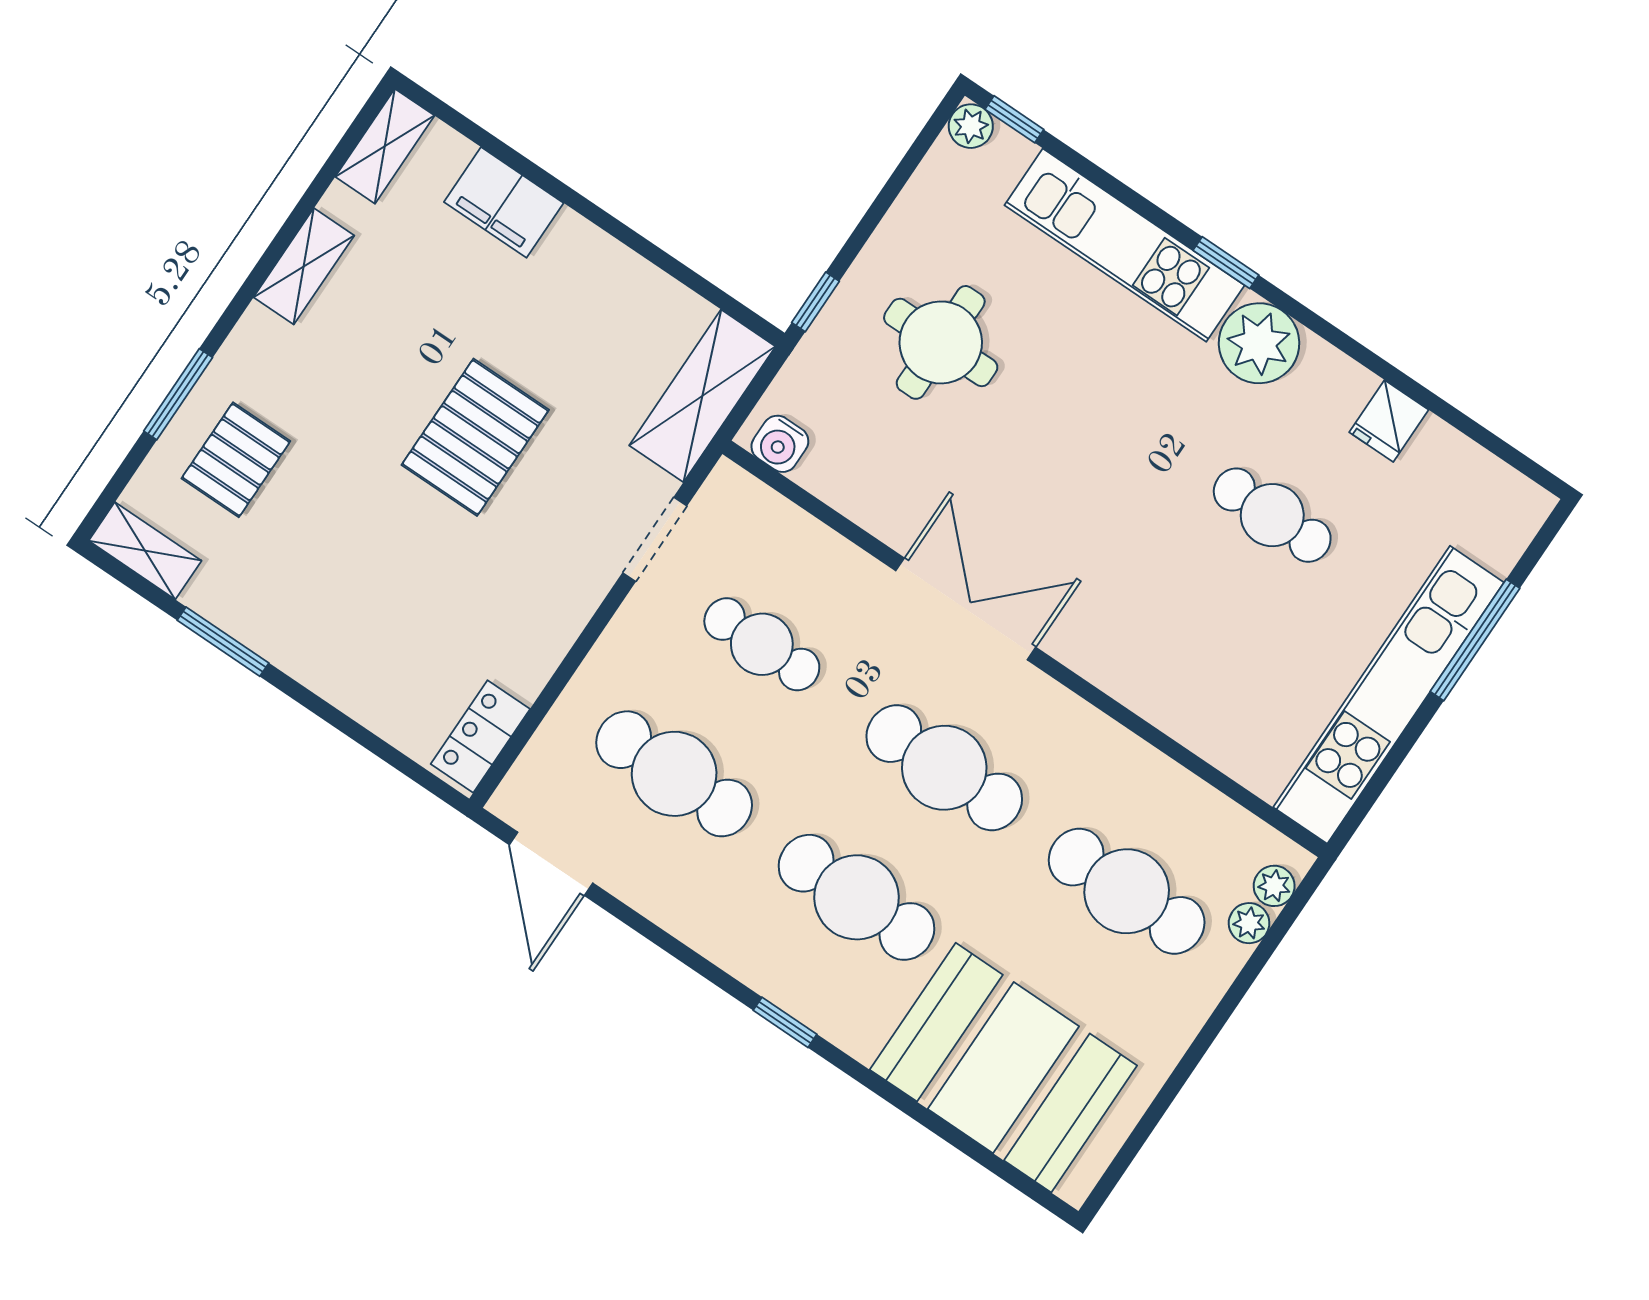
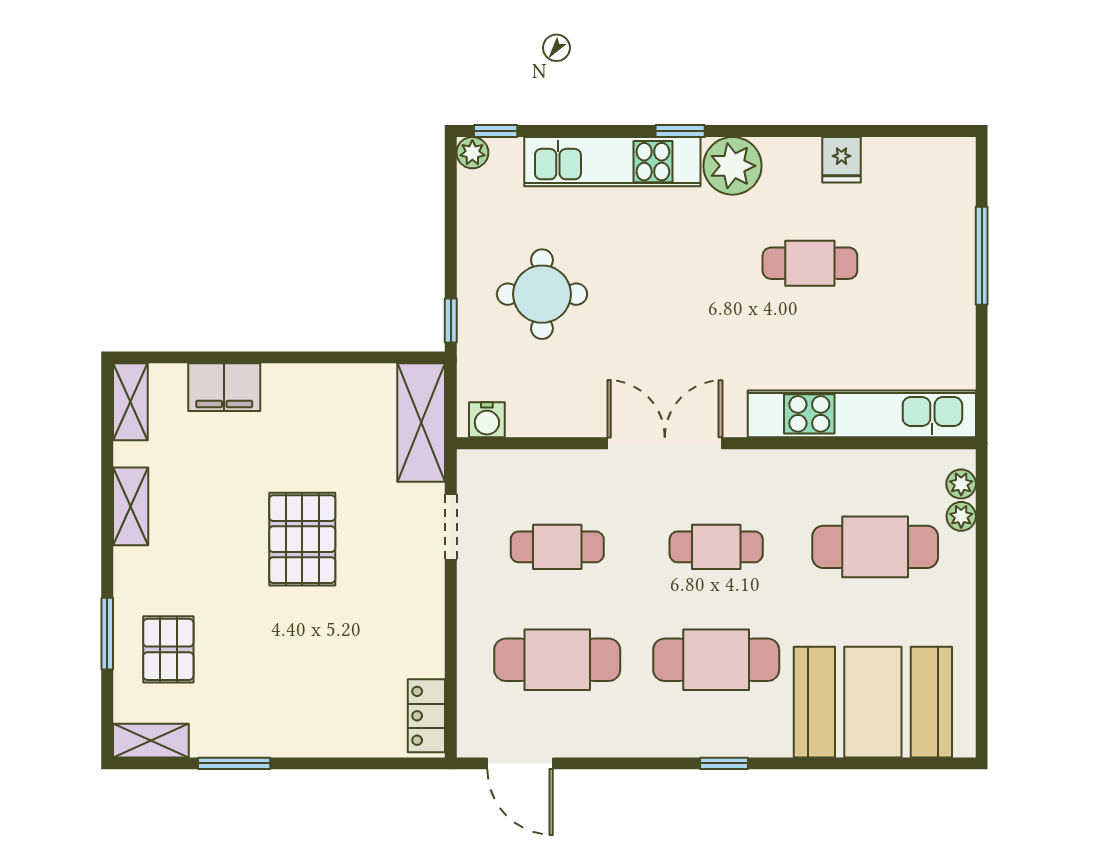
kitchen unit: (1389, 695) -> (862, 414), moved, turned 90
cafe table: (944, 768) -> (716, 547), width x0.73, depth x0.74

